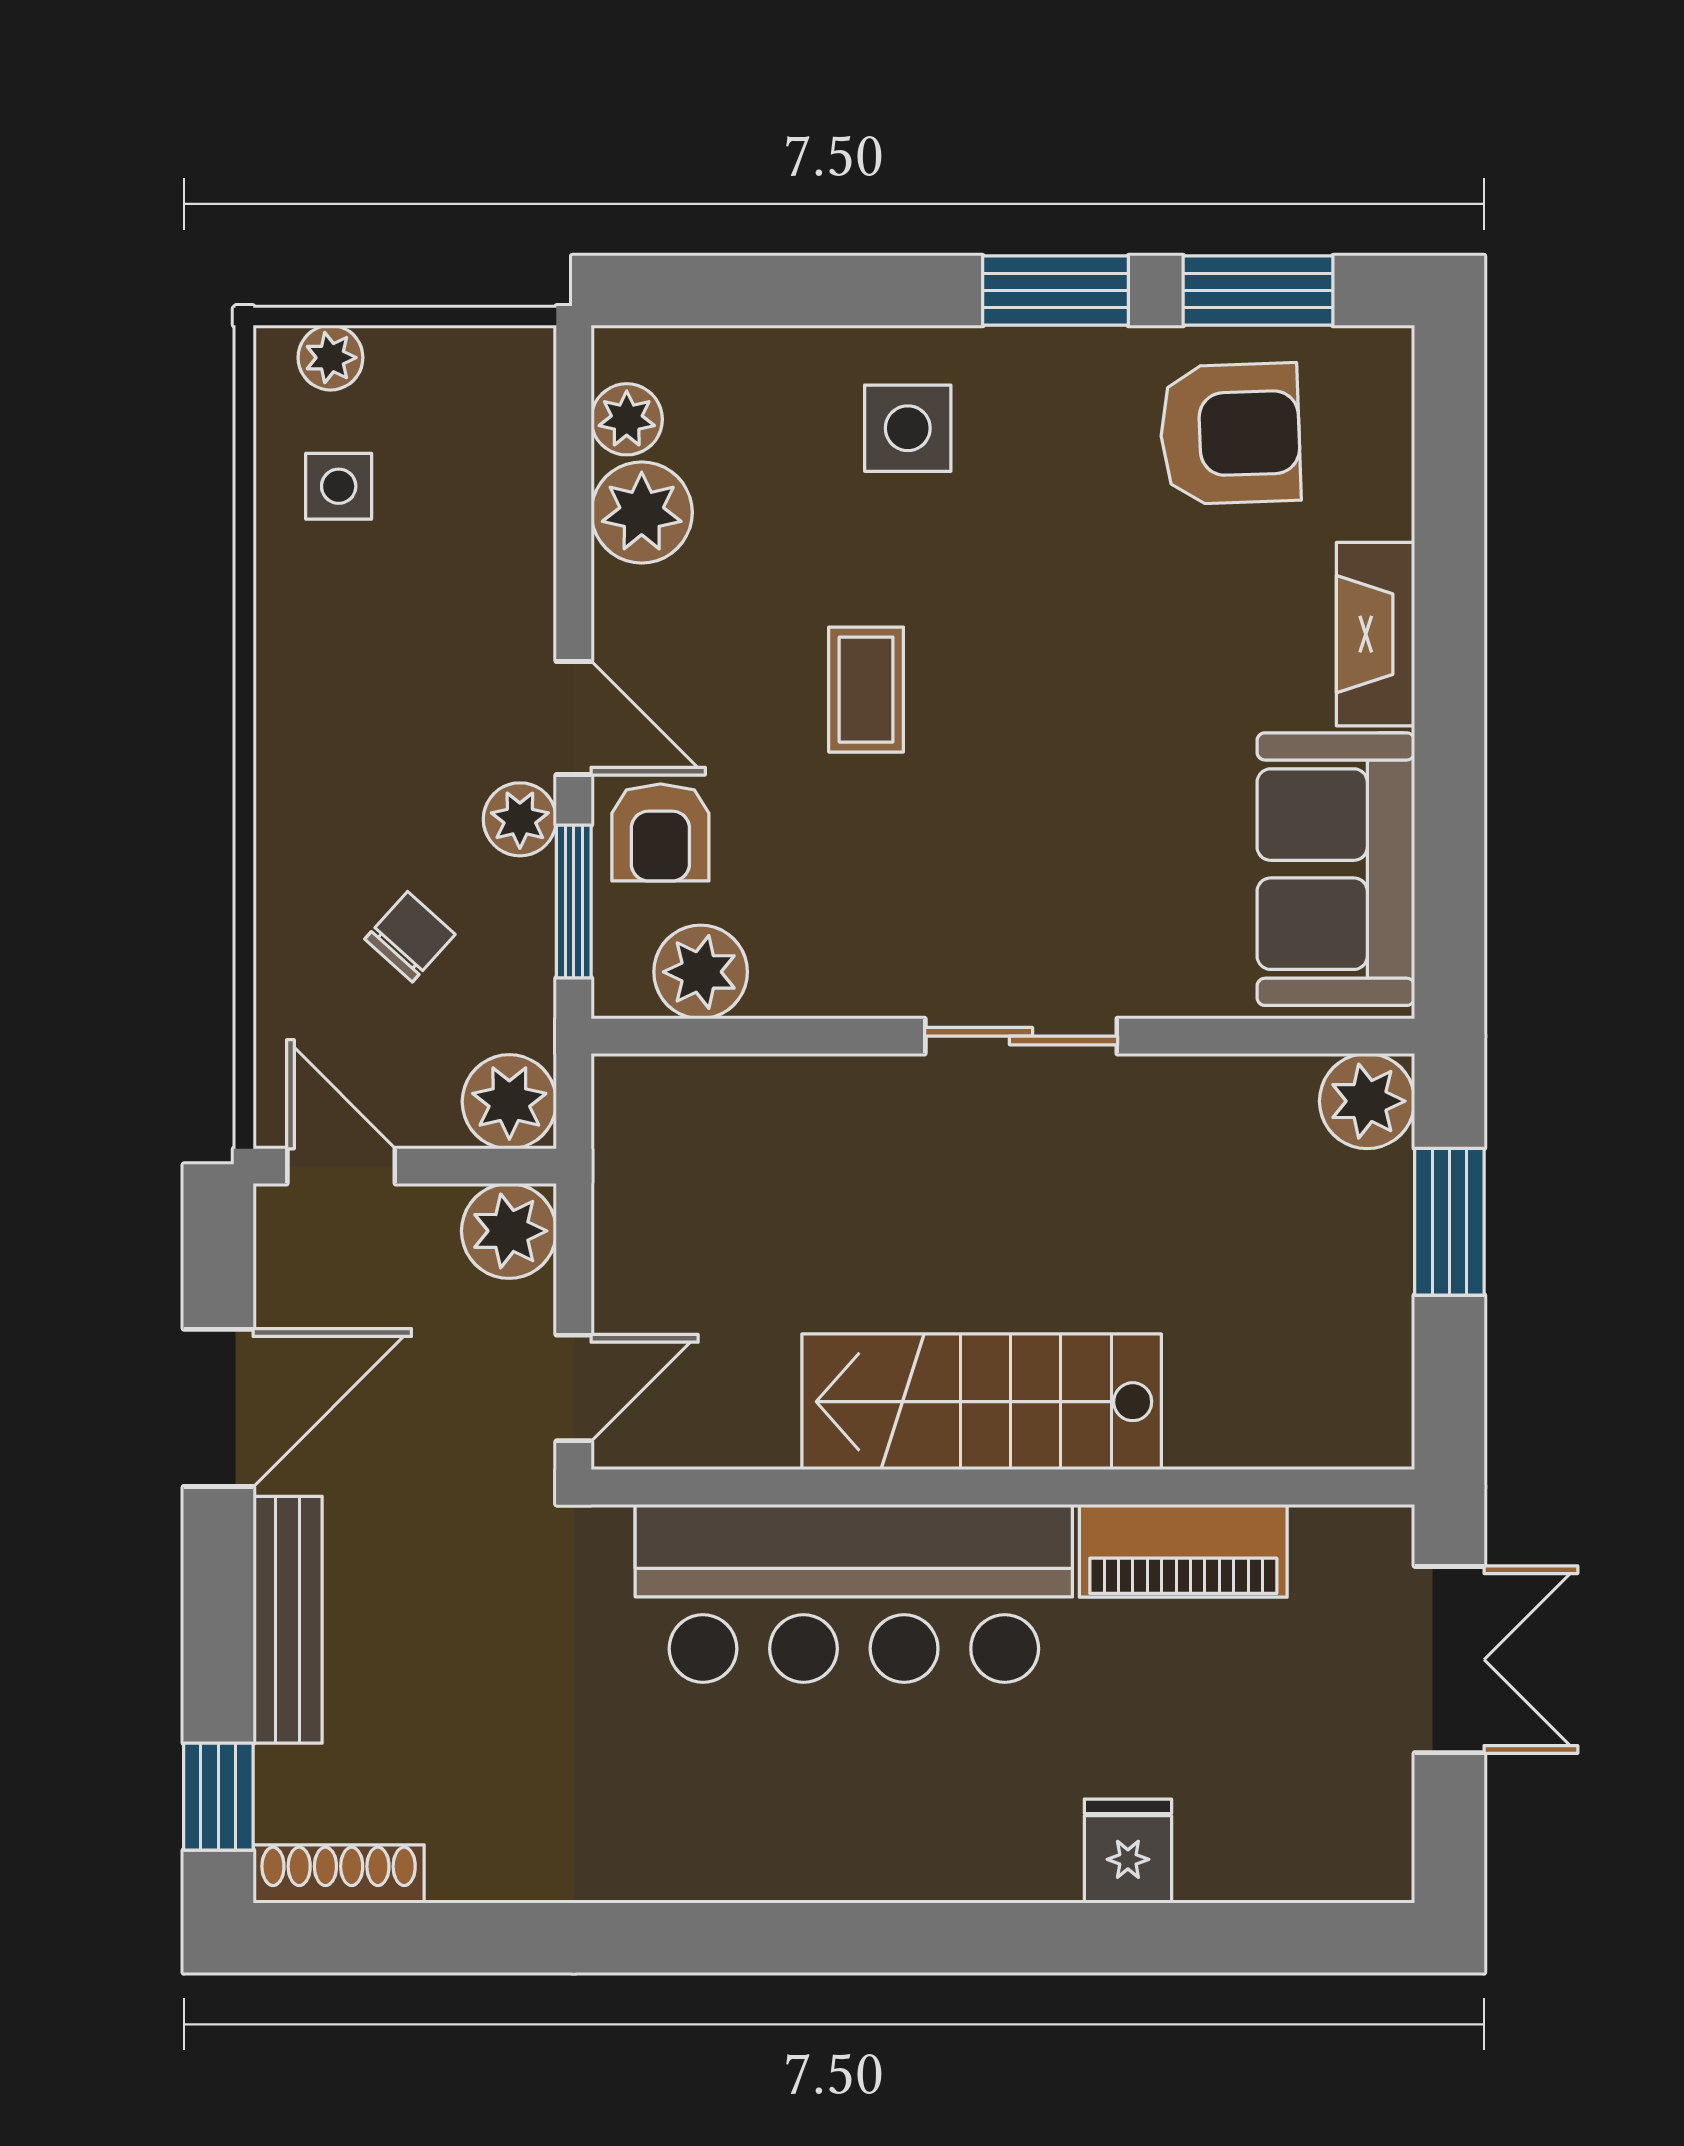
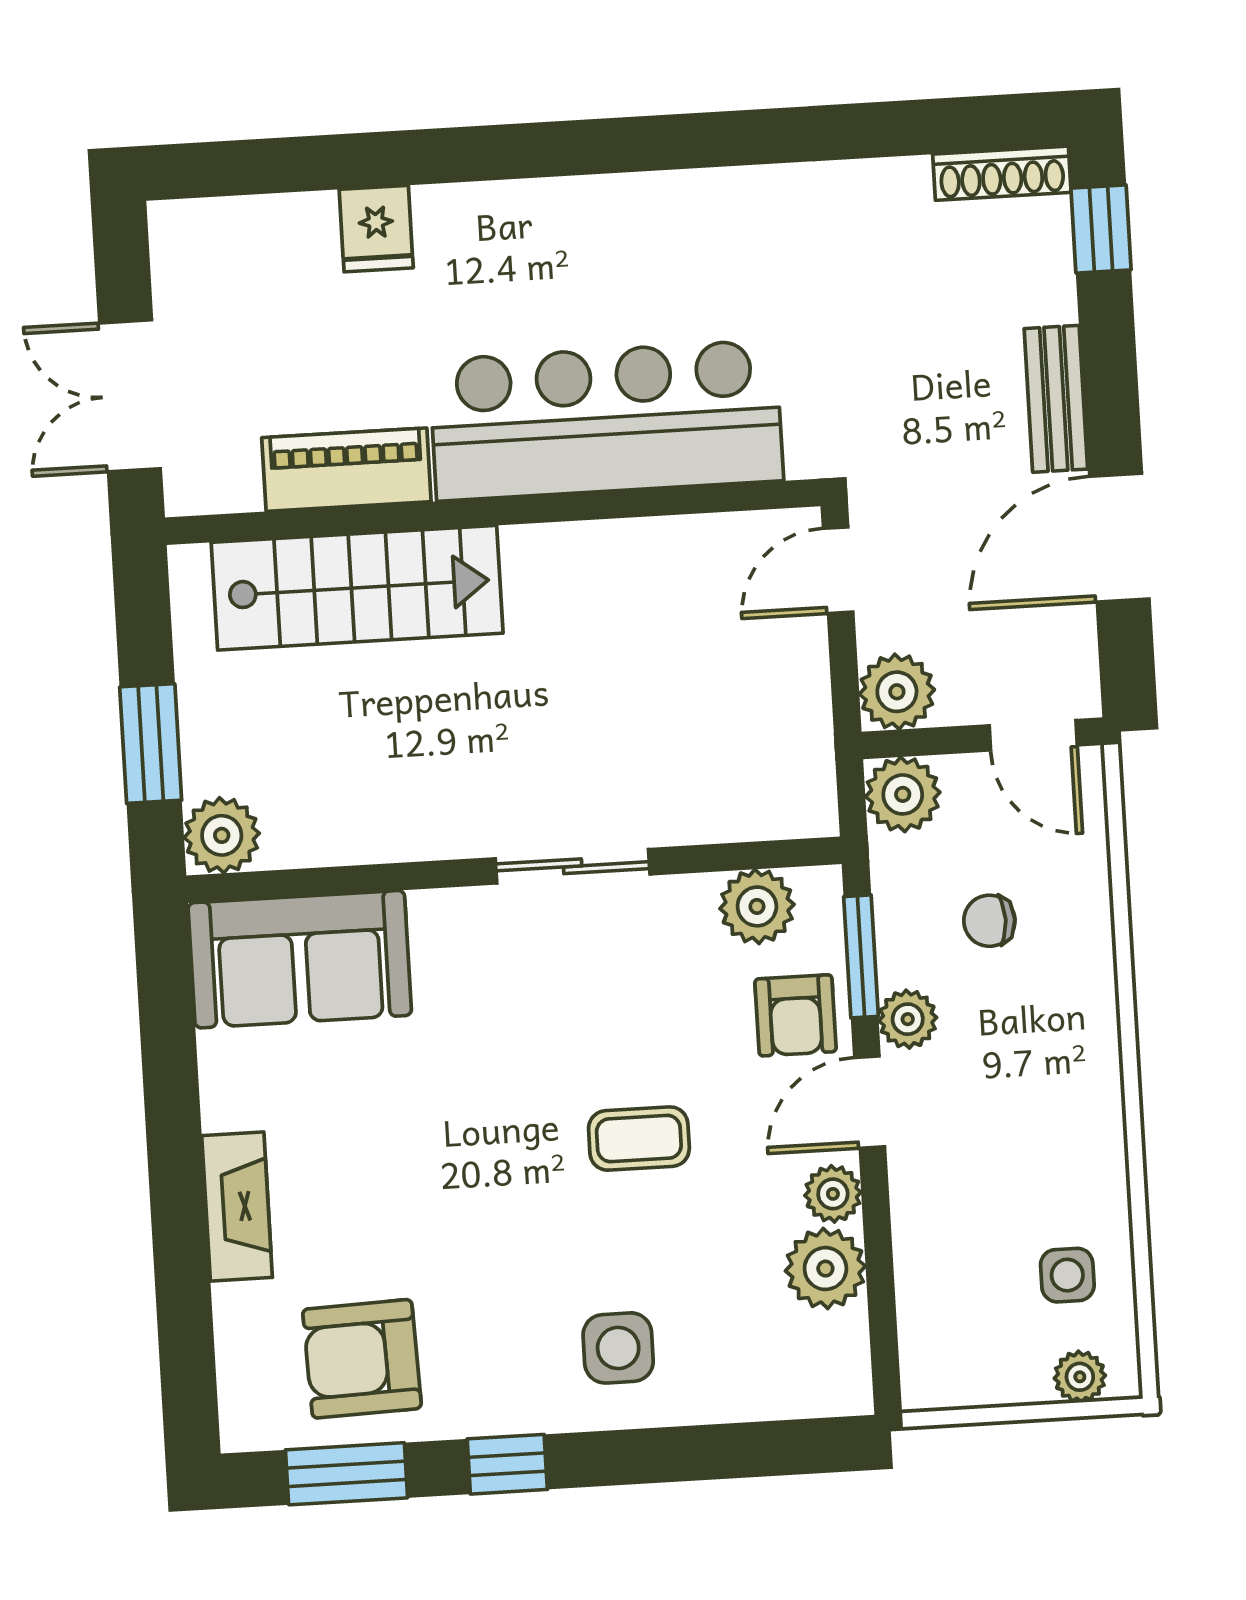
window: (1056, 291) -> (507, 1464), width x0.67
plant: (627, 419) -> (833, 1194), moved
coffee table: (866, 690) -> (639, 1139), turned 90
door: (574, 718) -> (870, 1102), hinge flipped
armchair: (660, 832) -> (796, 1015), turned 180
sofa: (1336, 869) -> (300, 959), moved, turned 90
chair: (410, 937) -> (989, 921), turned 48
sliding door: (1021, 1036) -> (573, 866), moved
stairs: (982, 1402) -> (357, 588), moved
bench: (288, 1620) -> (1056, 399), width x0.73

